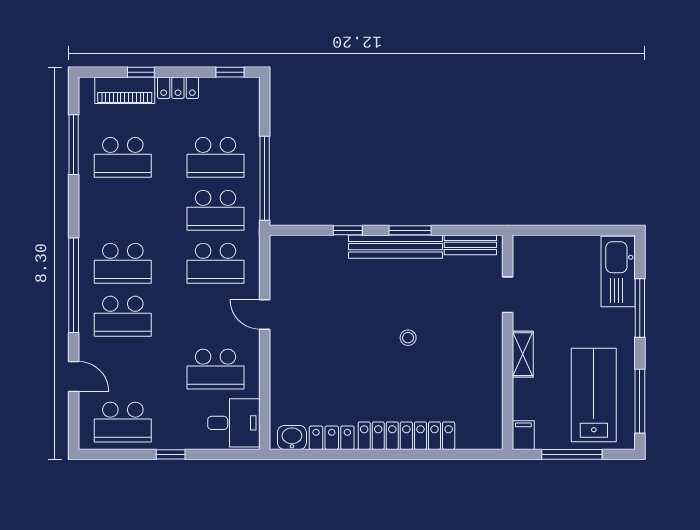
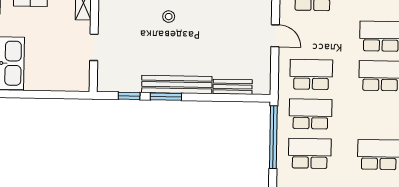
window: (348, 230) -> (129, 96), moved
bench: (470, 245) -> (233, 87), moved

